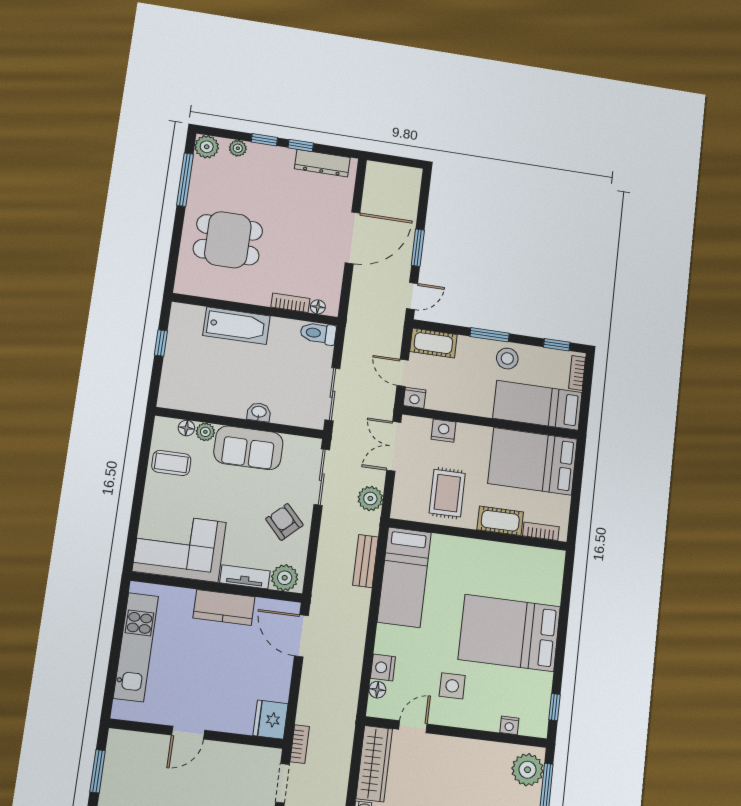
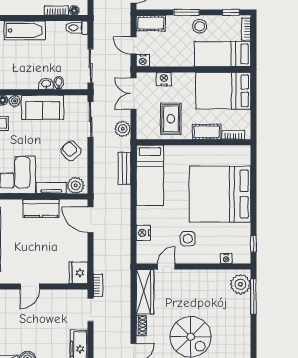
bidet: (279, 413) -> (59, 83), added
bed: (509, 633) -> (220, 194), width x1.36
floor lamp: (377, 690) -> (141, 247), removed

